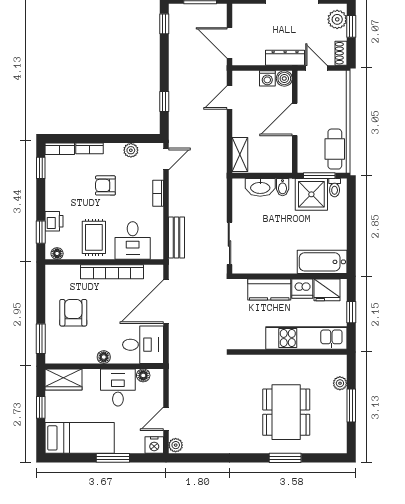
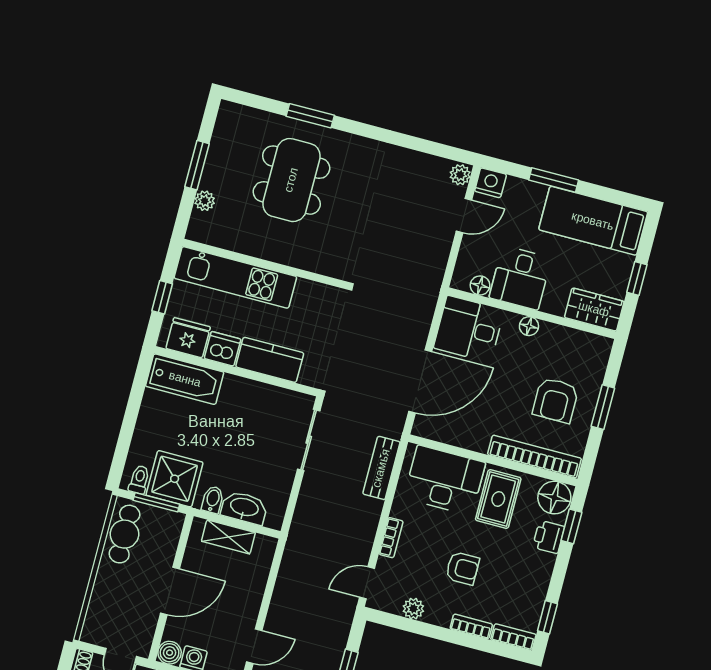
shelving: (240, 155) -> (228, 537), moved, turned 90
desk: (133, 240) -> (445, 480), width x1.37
floor lamp: (57, 253) -> (554, 498), width x1.89, depth x1.89
bookcase: (112, 272) -> (534, 457), moved
window: (41, 339) -> (603, 407), moved

